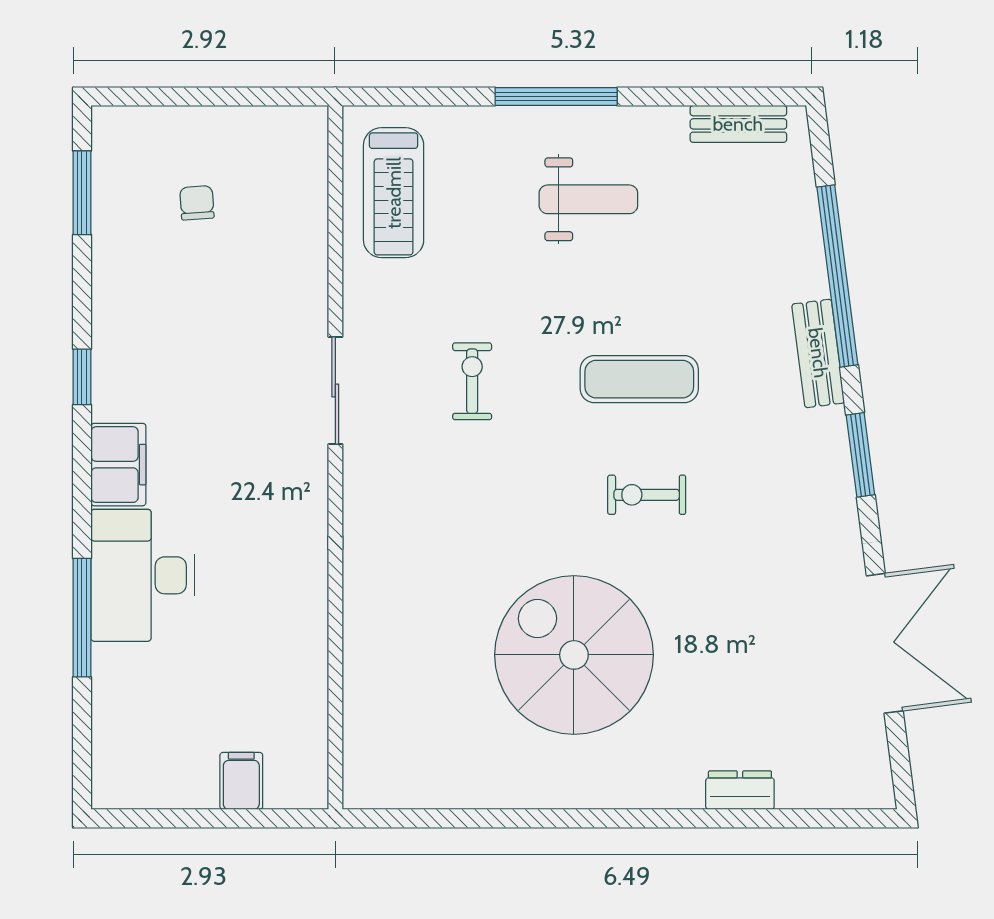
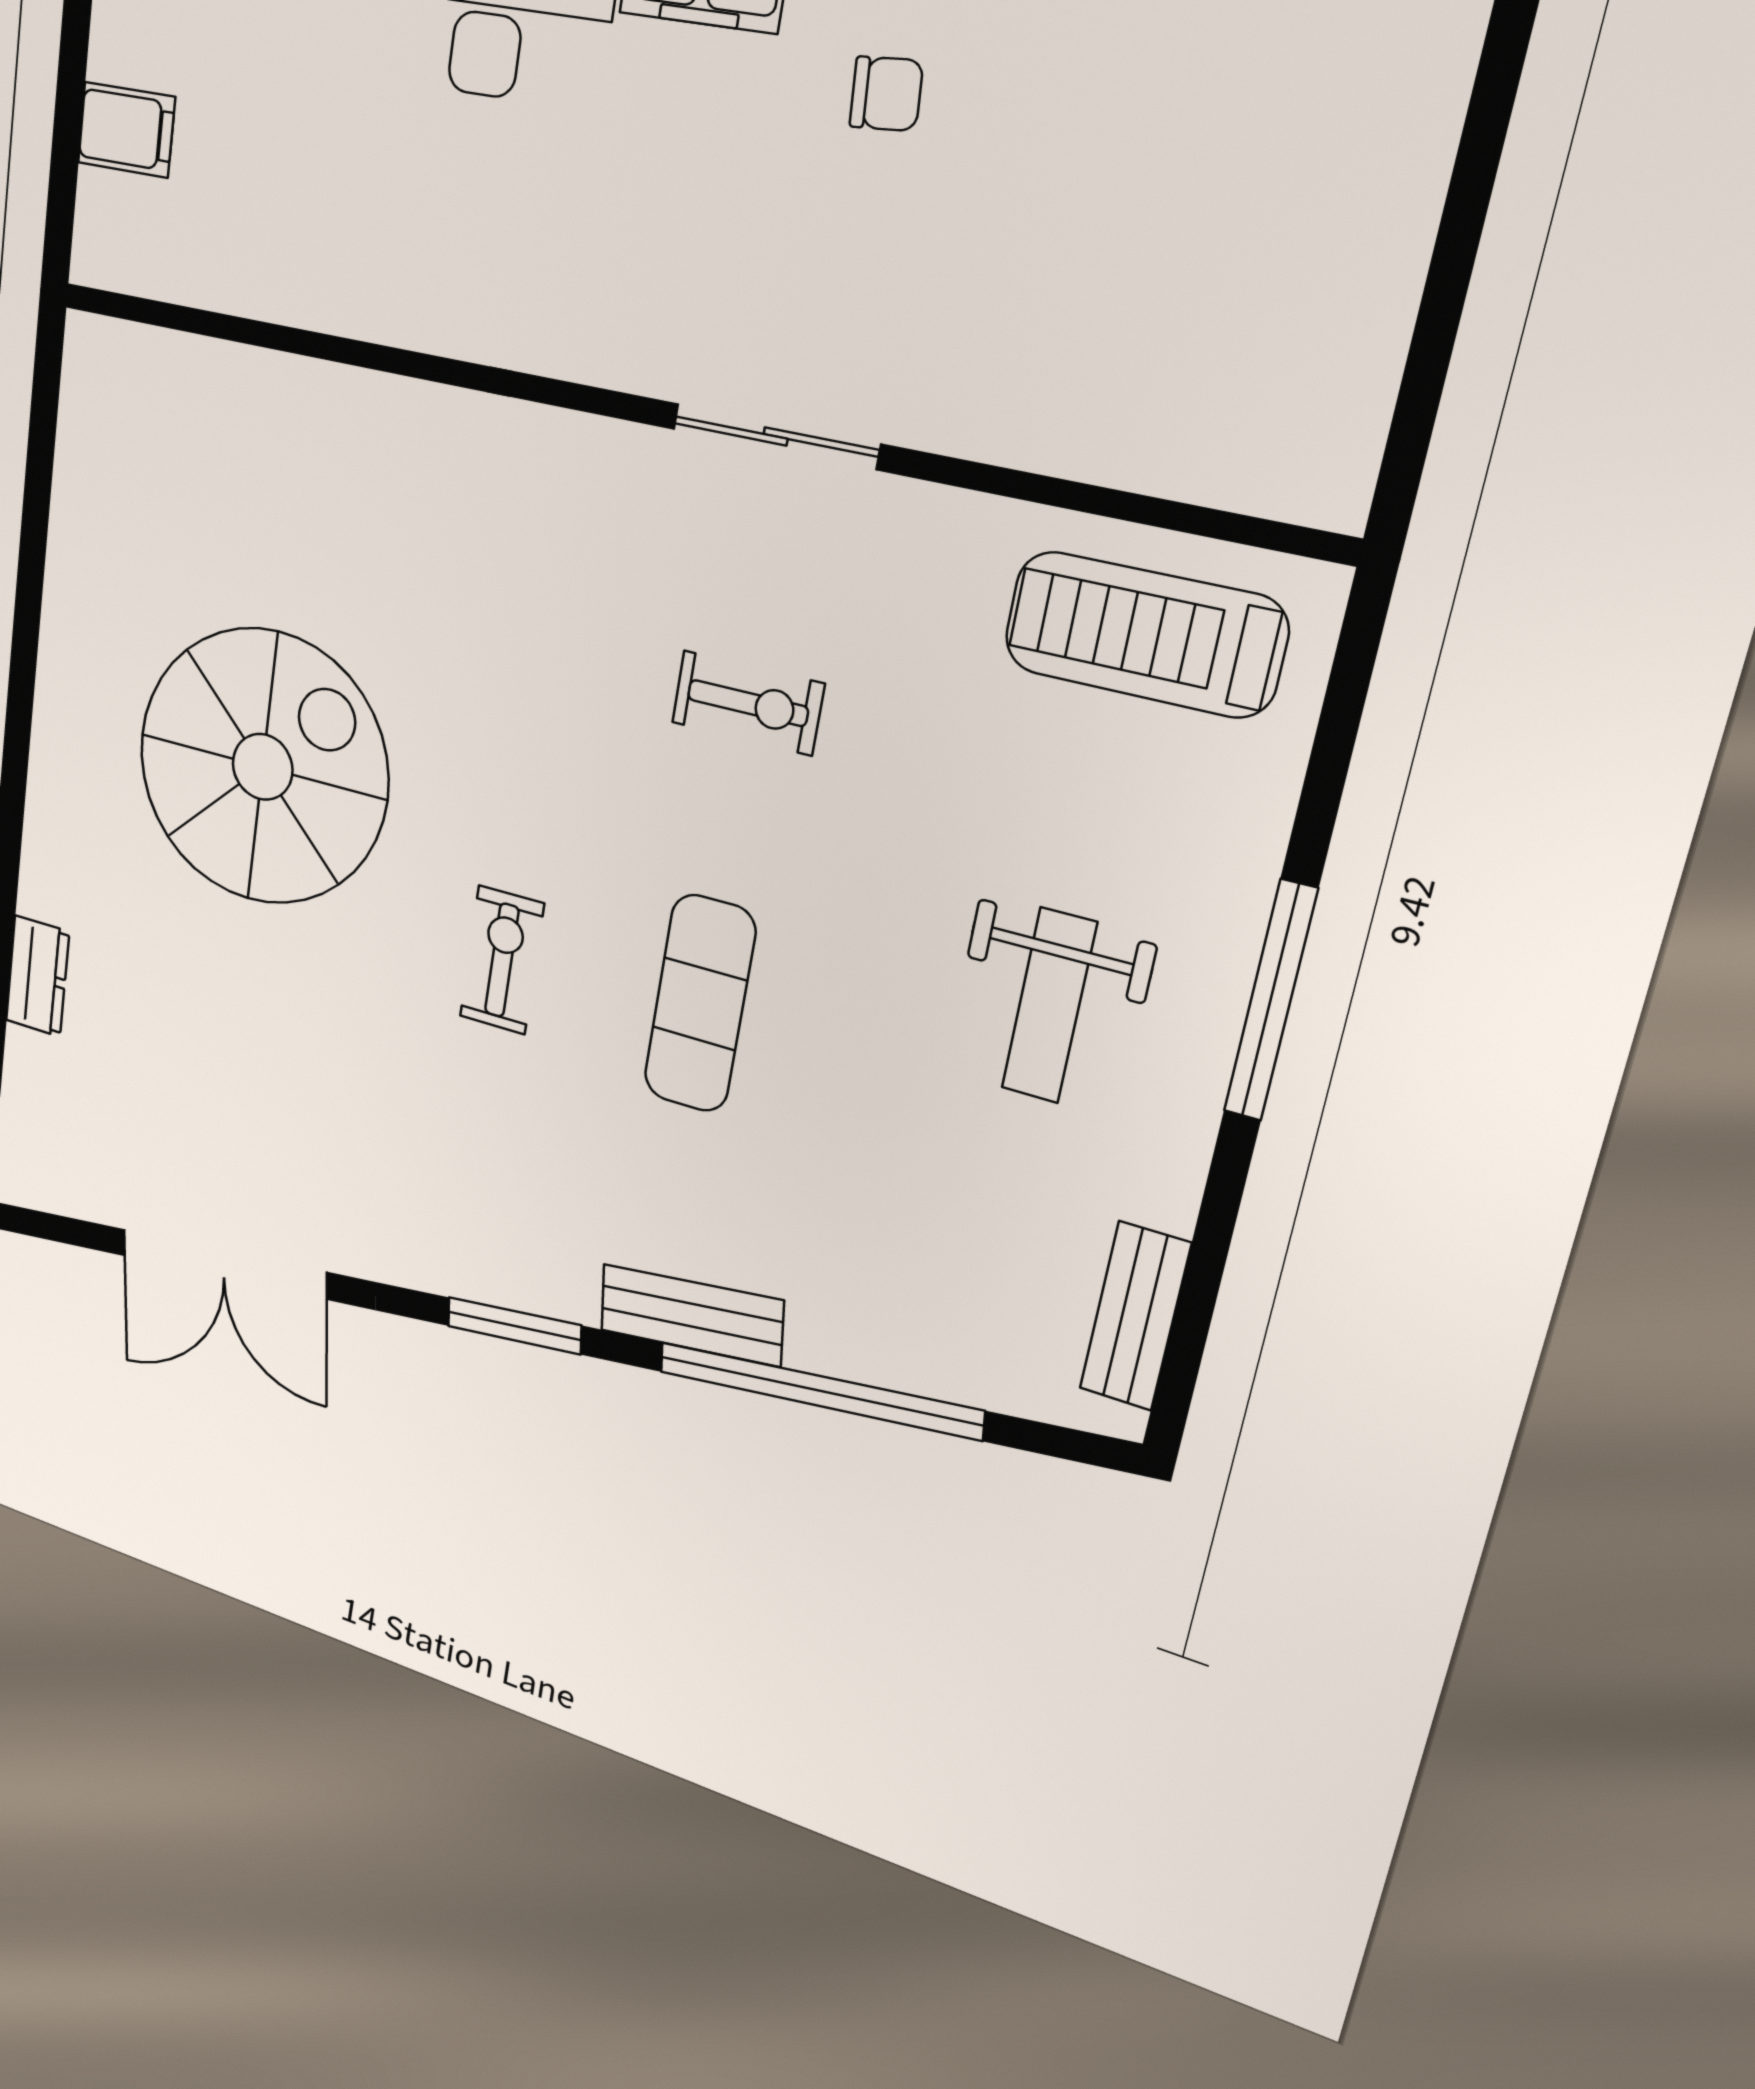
chair: (197, 203) -> (886, 94), moved

